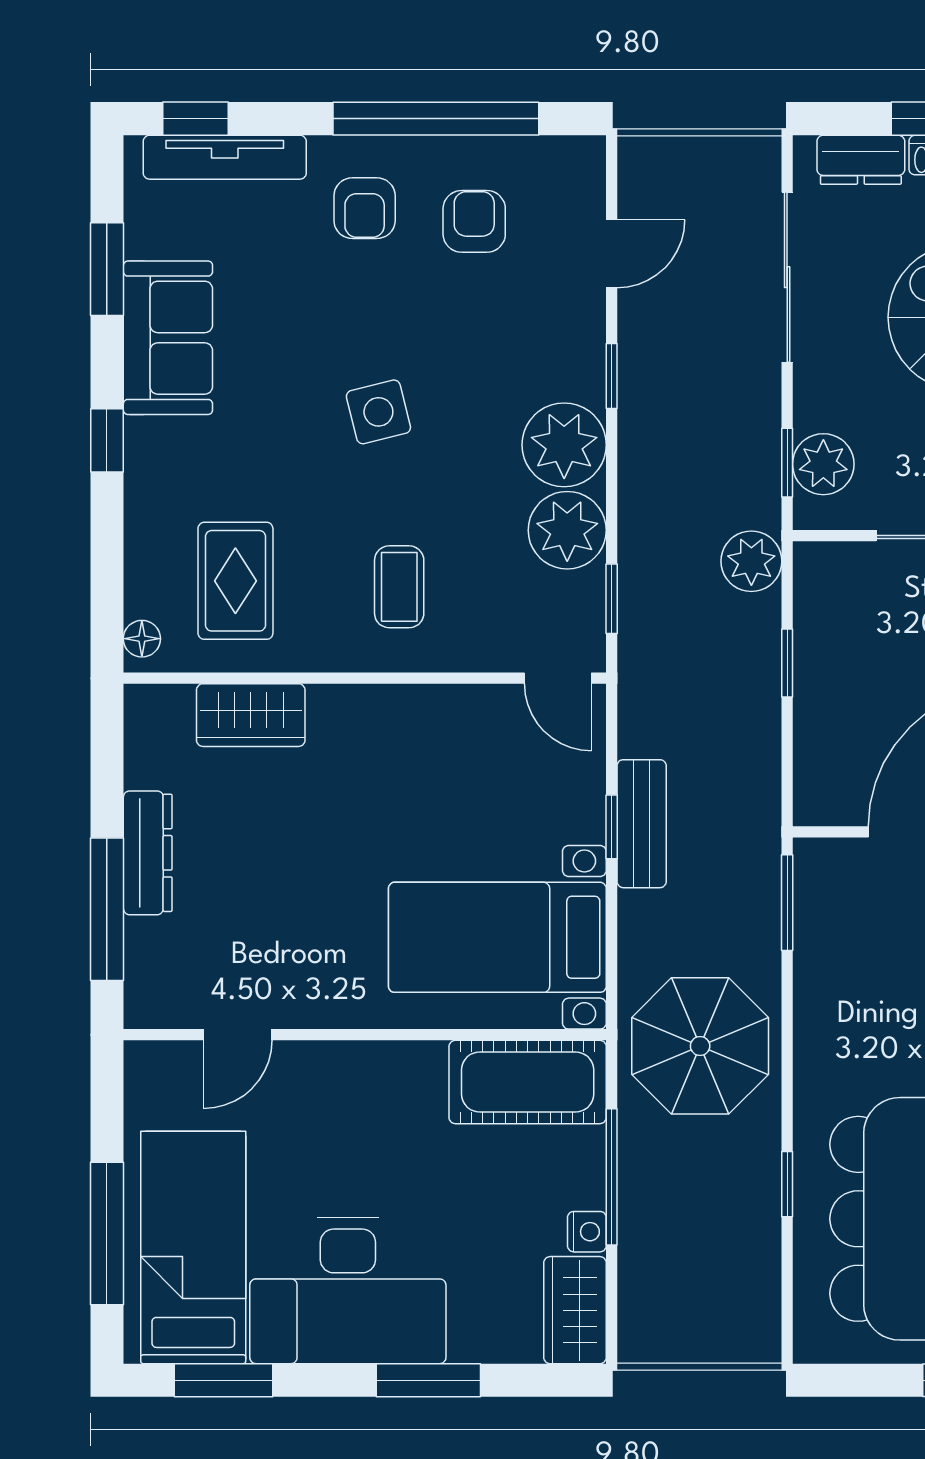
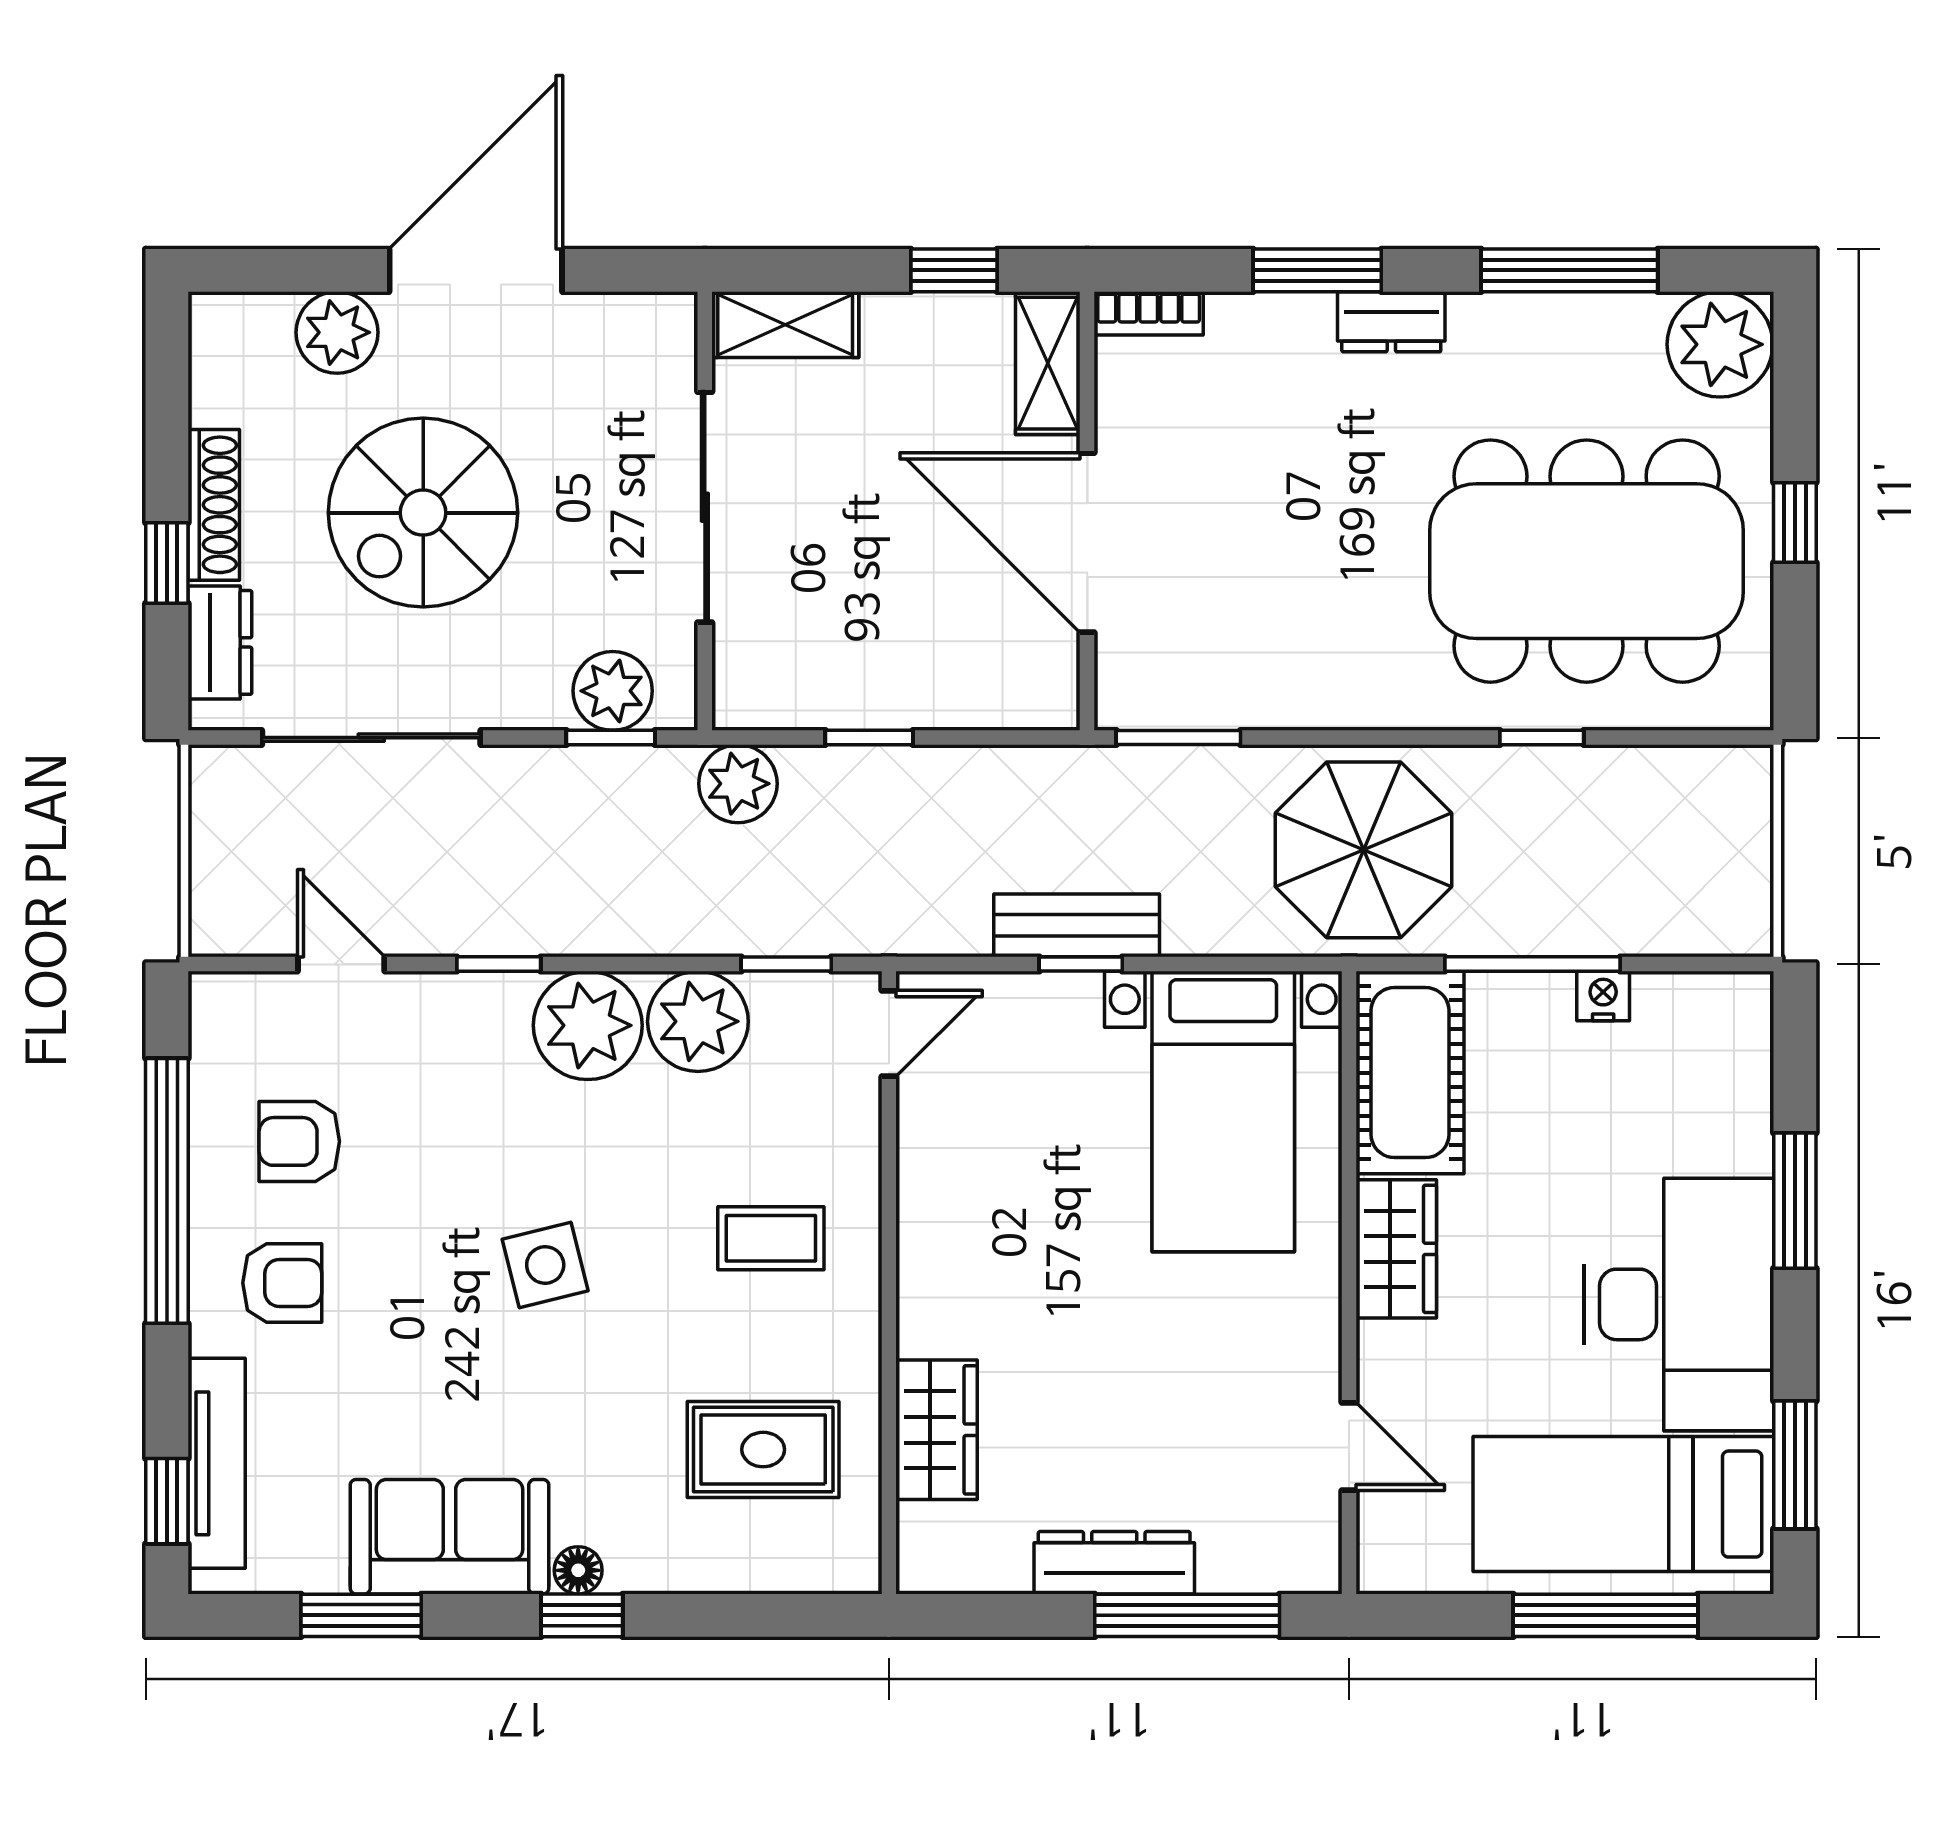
floor lamp: (142, 639) -> (578, 1570), moved
wardrobe: (575, 1310) -> (1396, 1249), moved, turned -90

